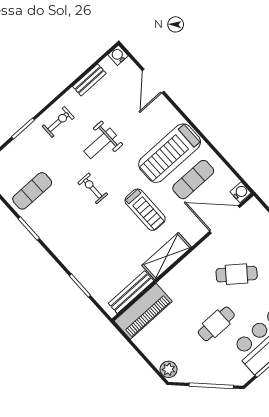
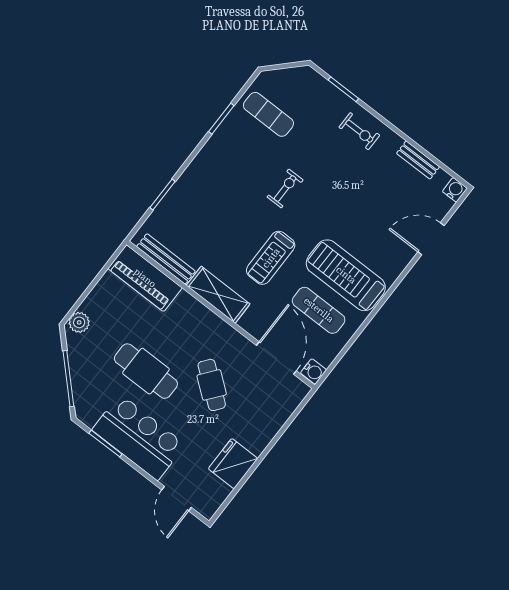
weight bench: (100, 143) -> (342, 188), removed
cafe table: (216, 324) -> (146, 371), width x1.37, depth x1.35

